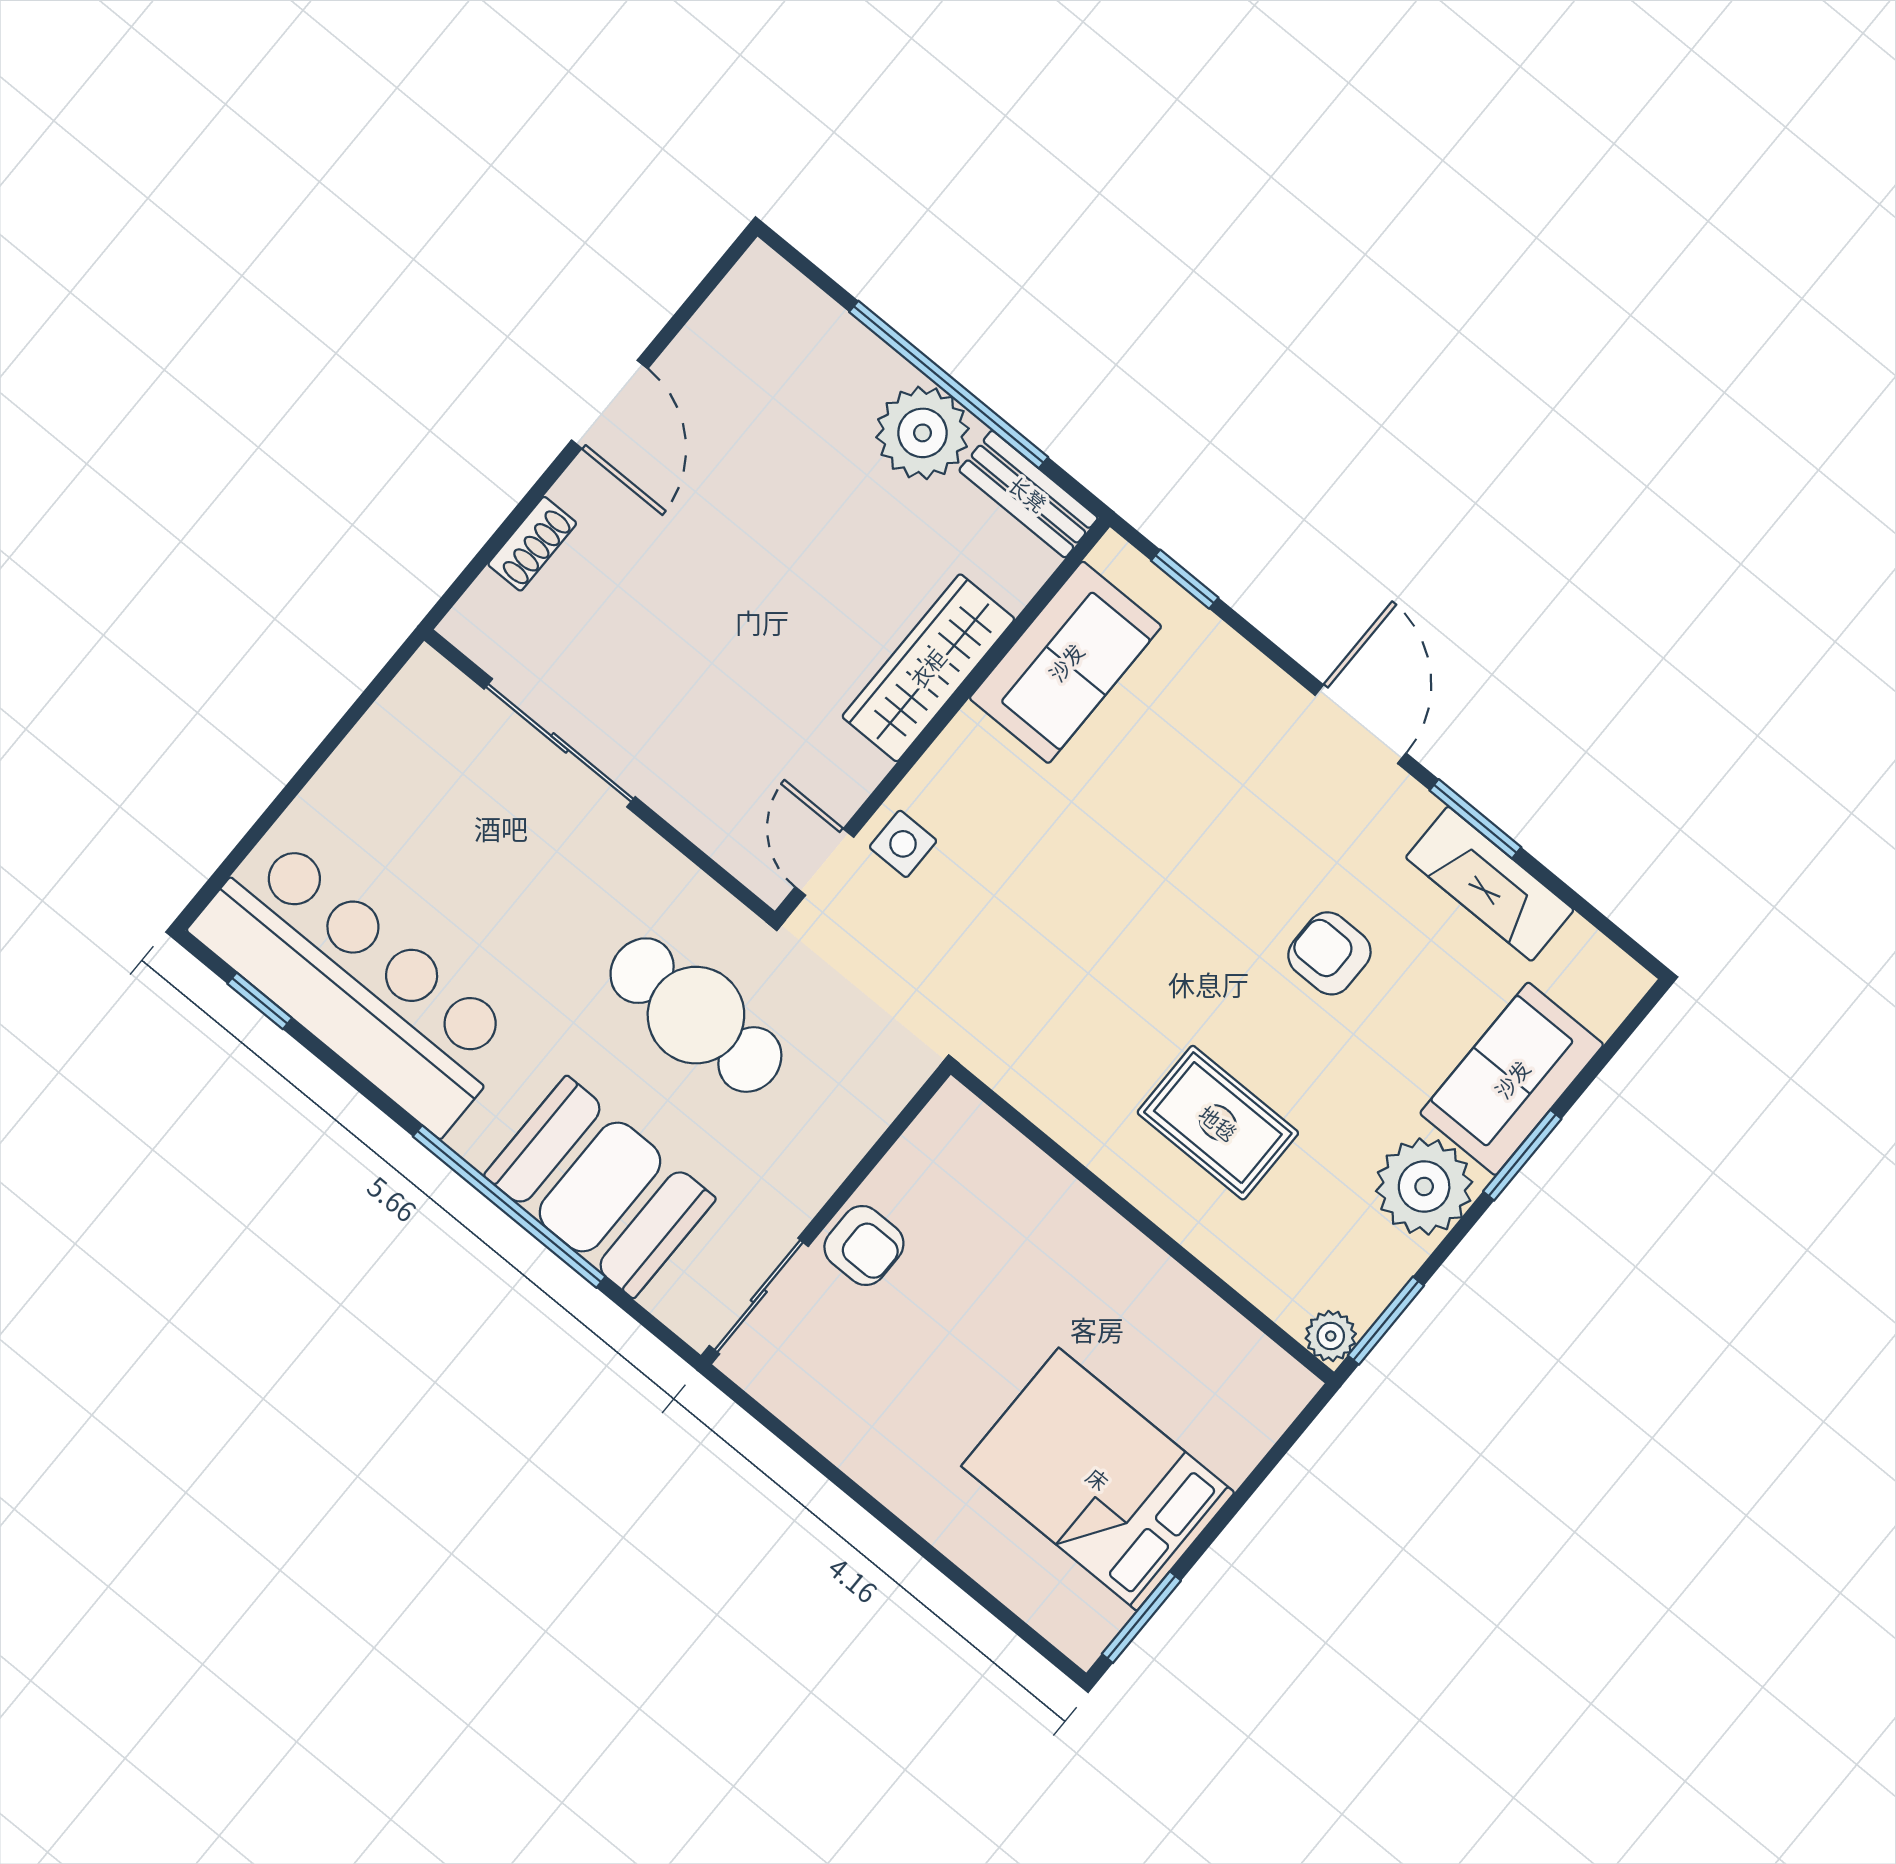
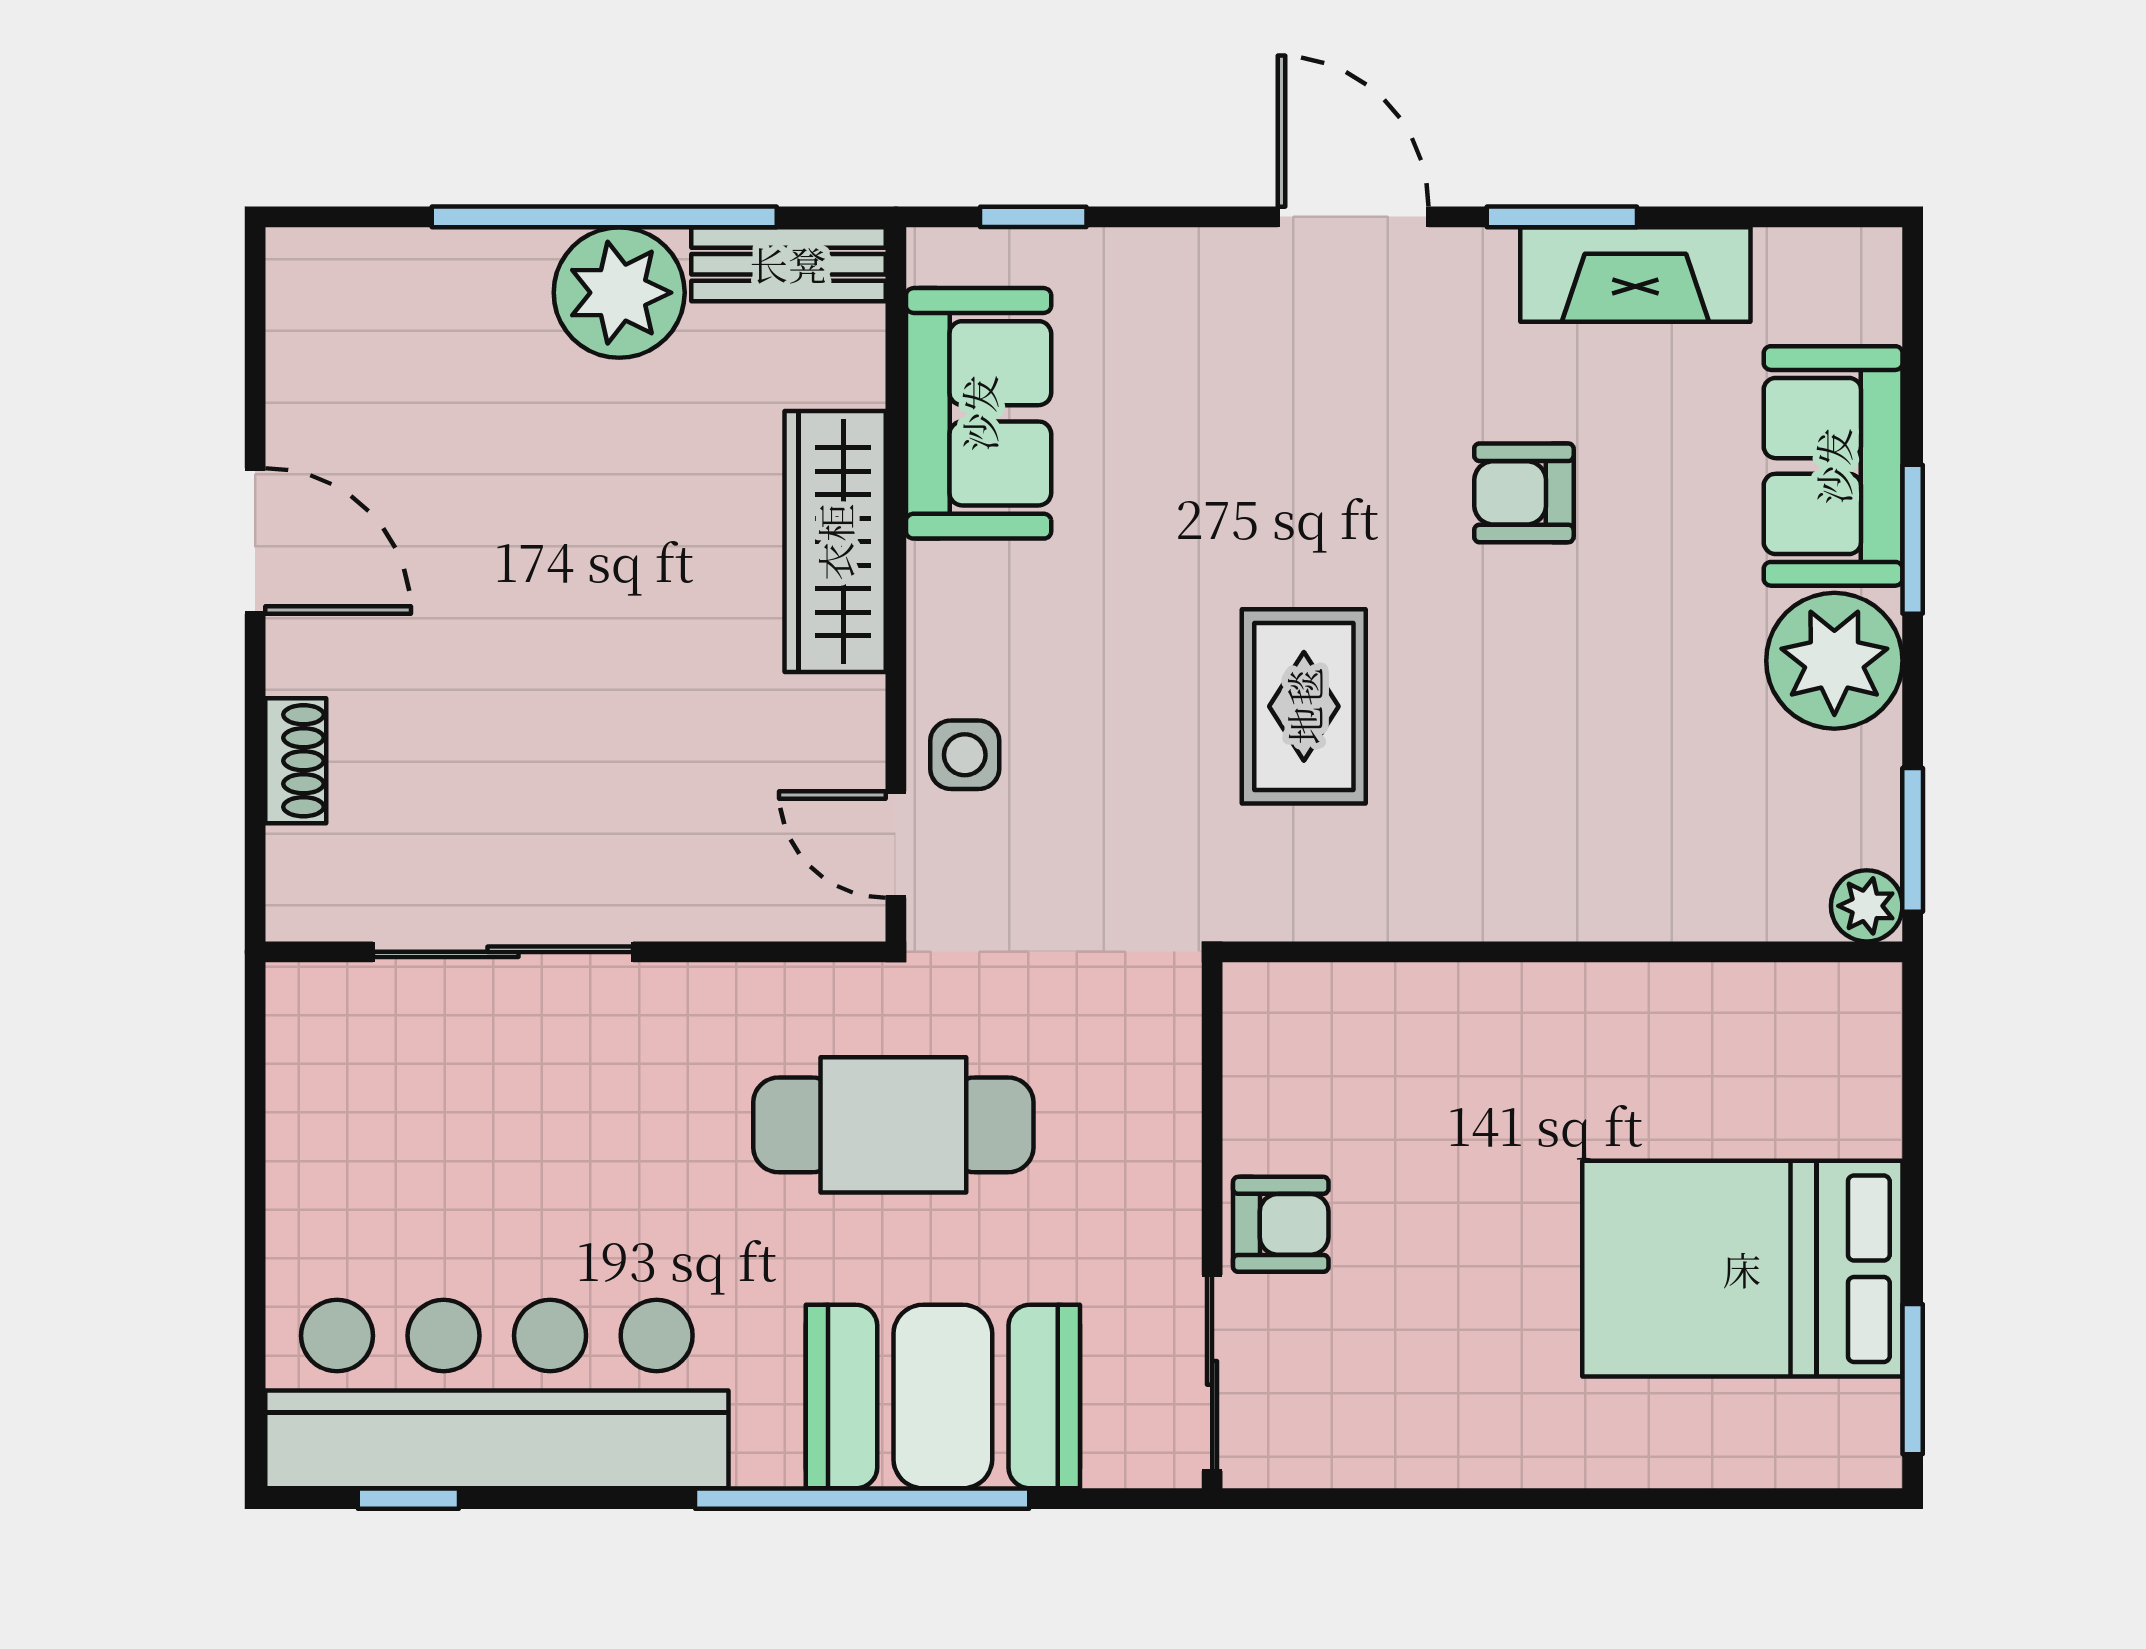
rug: (1218, 1123) -> (1304, 706), moved, turned 90

